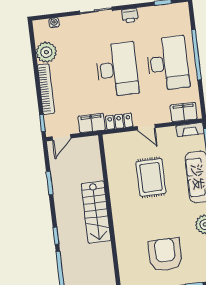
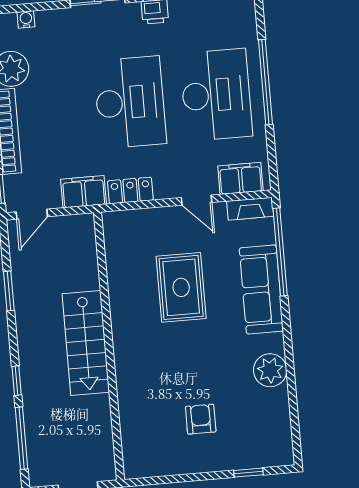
door: (146, 127) -> (197, 200), moved
armchair: (165, 255) -> (201, 419), width x0.53, depth x0.53

